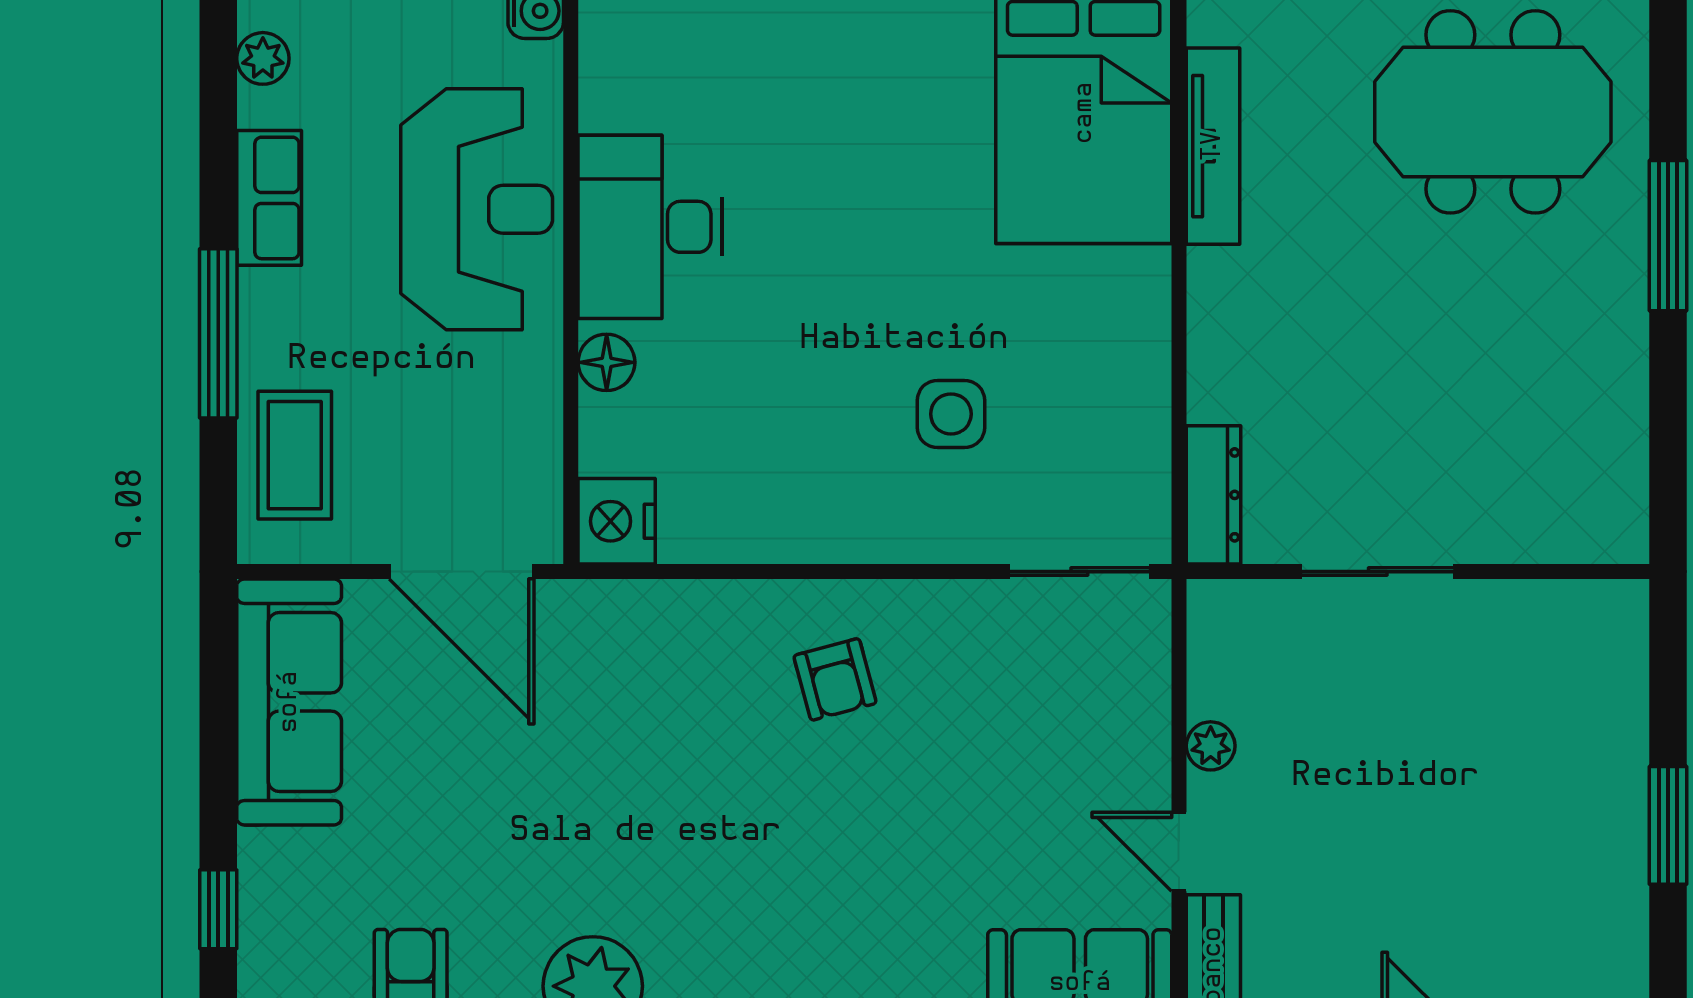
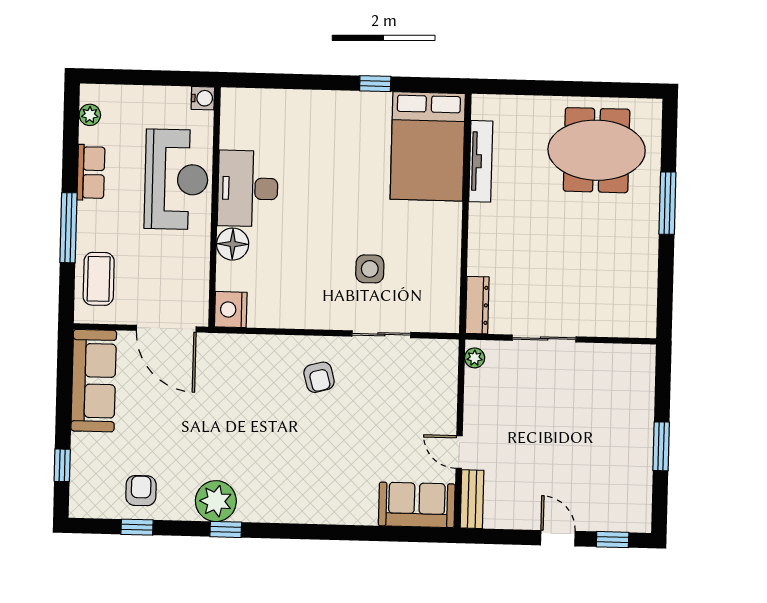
floor lamp: (607, 362) -> (233, 244), width x1.38, depth x1.38
sliding door: (1079, 572) -> (381, 334), moved
plant: (1211, 746) -> (475, 358), moved

